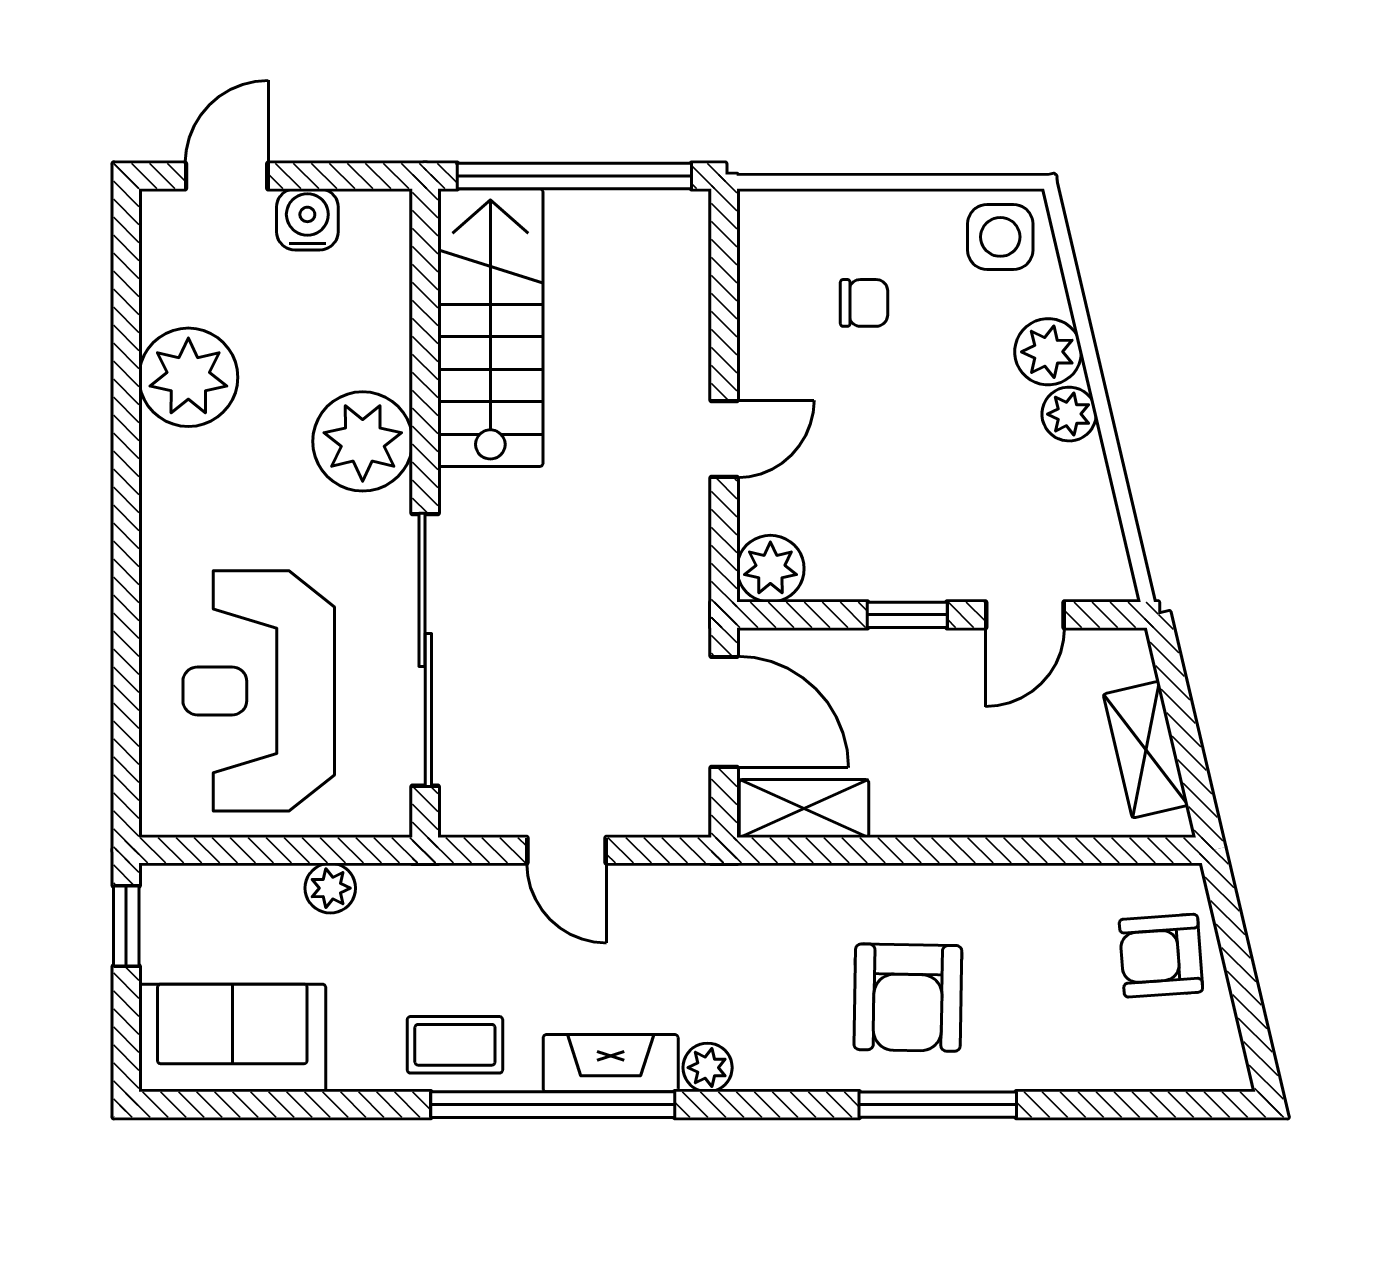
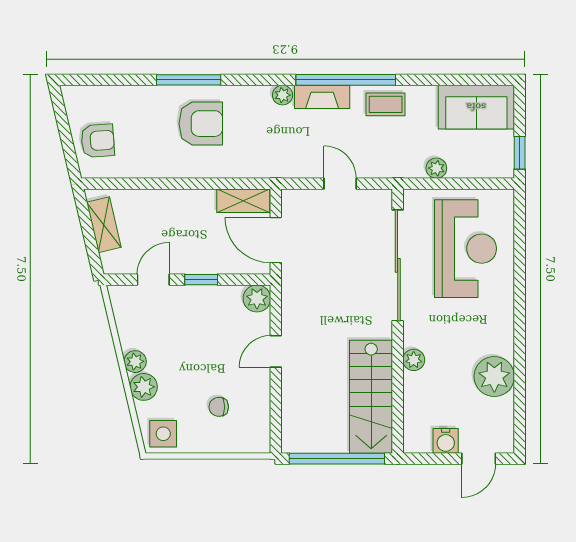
plant: (363, 441) -> (414, 360), width x0.53, depth x0.53
armchair: (908, 998) -> (201, 124), turned 89

